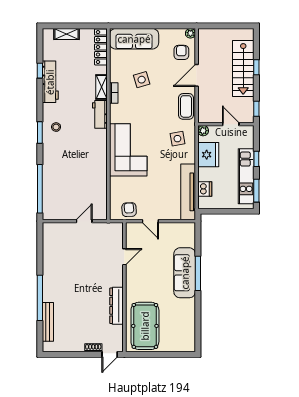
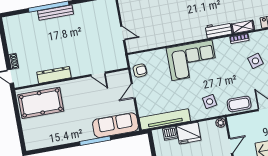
fridge: (208, 155) -> (189, 133), moved
sofa: (185, 273) -> (115, 125), moved
bench: (48, 322) -> (55, 13), moved

